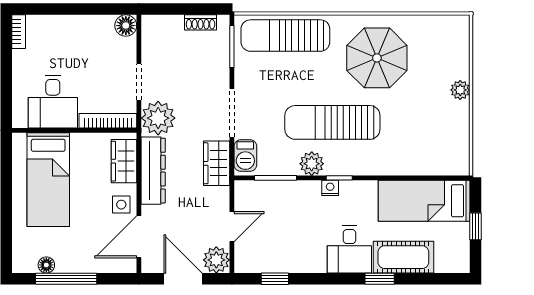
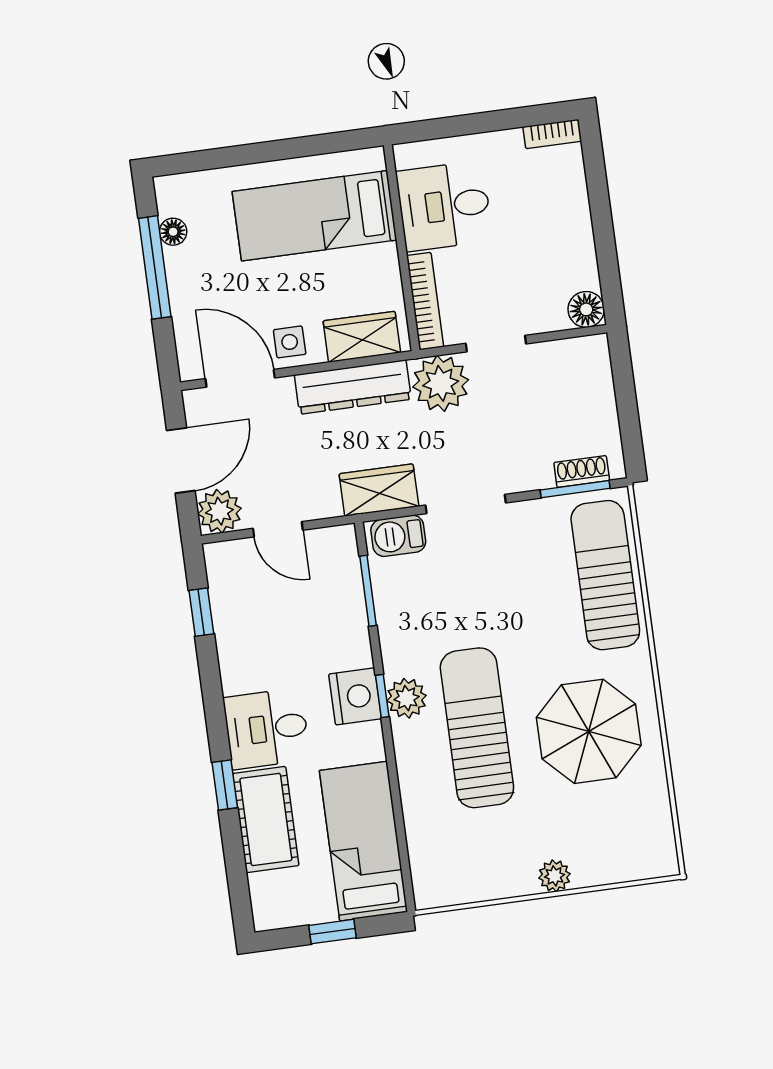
shoe rack: (201, 22) -> (582, 472), moved, turned 90
sun lounger: (332, 122) -> (477, 728), moved
plant: (312, 164) -> (407, 698), moved
nightstand: (330, 188) -> (355, 696), width x1.89, depth x1.79

